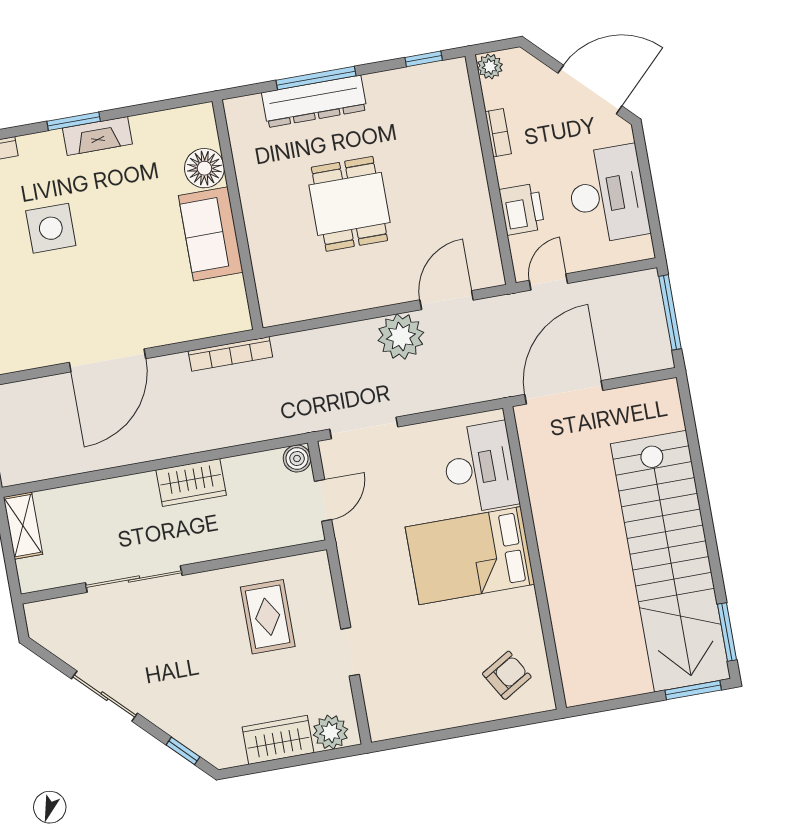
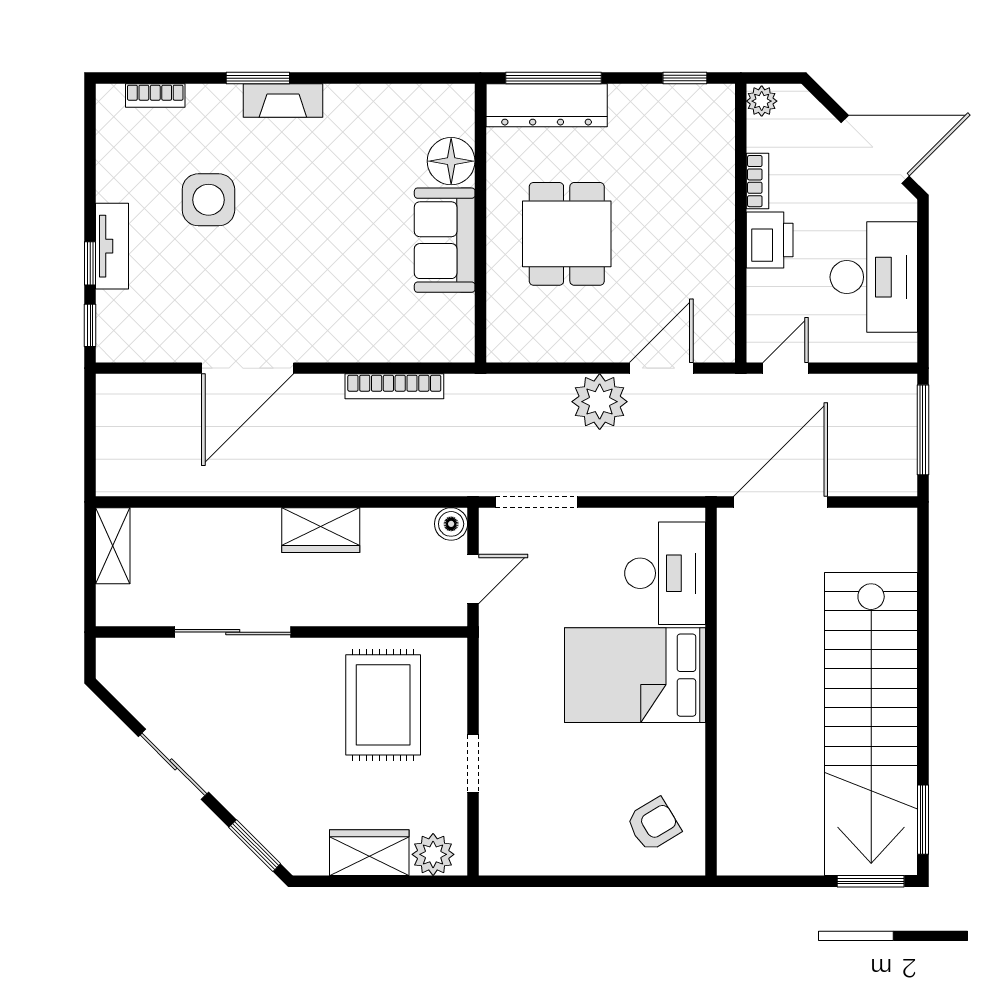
floor lamp: (204, 168) -> (451, 161), moved
printer: (522, 209) -> (770, 240), moved
wall: (238, 215) -> (480, 223), moved
sofa: (211, 234) -> (445, 240), moved
rug: (268, 617) -> (383, 705), width x1.36, depth x1.43
window: (183, 751) -> (255, 846), width x1.50

